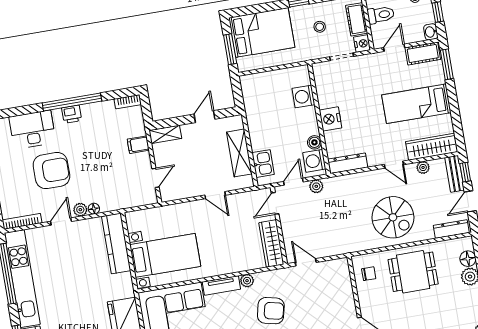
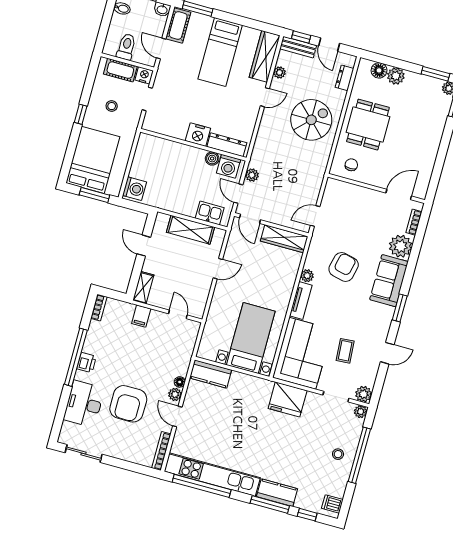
washing machine: (303, 96) -> (135, 189), moved, turned -90
dresser: (348, 163) -> (227, 145), moved, turned 90
armchair: (51, 171) -> (128, 404), turned 180
dresser: (451, 229) -> (345, 78), width x0.70
kitchen counter: (116, 243) -> (211, 374), width x0.67

